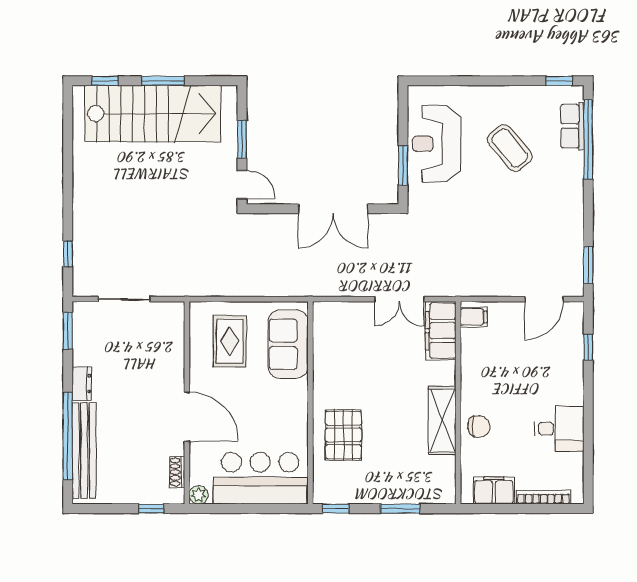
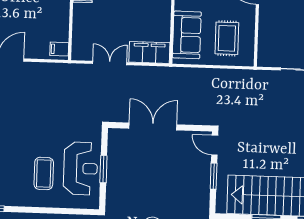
coffee table: (510, 148) -> (44, 173), moved, turned 40
window: (403, 165) -> (103, 169), moved
filing cabinet: (441, 331) -> (149, 52), moved, turned -90

